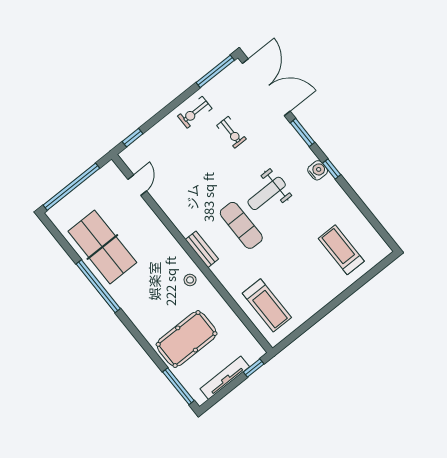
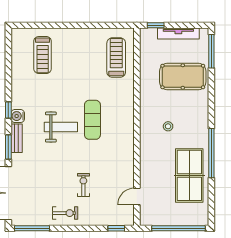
exercise bike: (231, 132) -> (83, 185), moved
bench: (202, 249) -> (17, 138), moved
stool: (190, 280) -> (168, 126), moved

